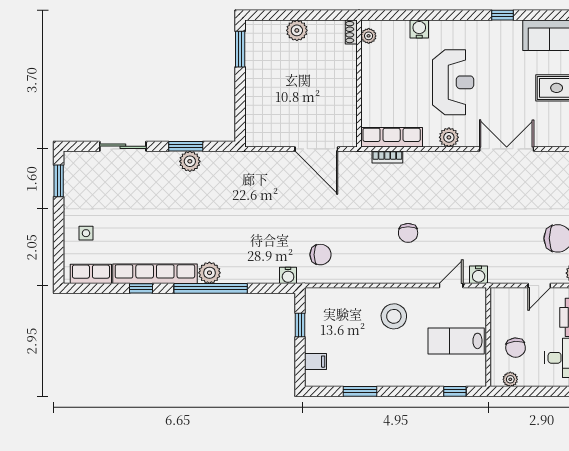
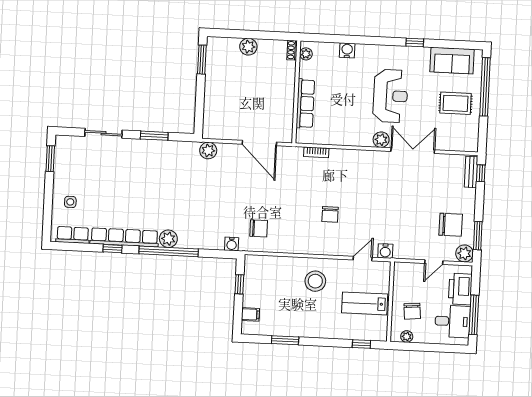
reception desk: (453, 82) -> (390, 96), moved
row of seats: (392, 137) -> (305, 104), moved, turned 90
plant: (449, 137) -> (381, 140), moved
plant: (190, 161) -> (208, 151), moved

